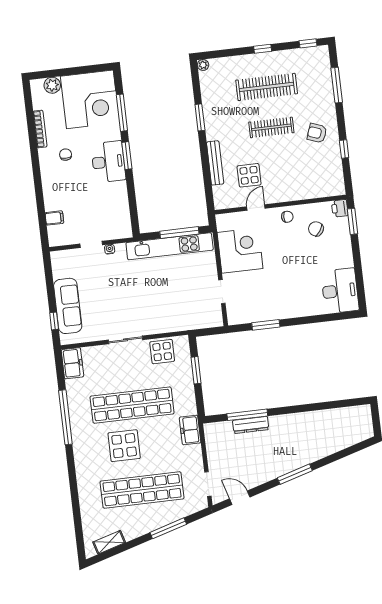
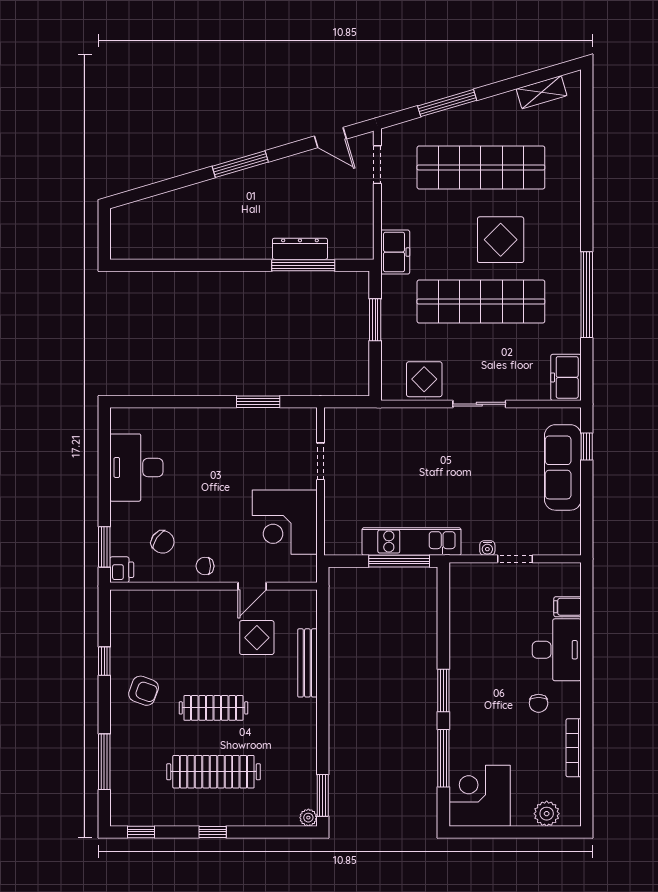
corner desk: (90, 99) -> (480, 796), width x0.74, depth x0.74
window: (200, 117) -> (323, 795), moved
desk: (108, 162) -> (557, 650), moved, turned 180
window: (179, 233) -> (399, 561), moved
kitchen unit: (170, 246) -> (412, 542), width x0.73
desk: (340, 291) -> (136, 468), moved
window: (196, 370) -> (375, 320), moved

